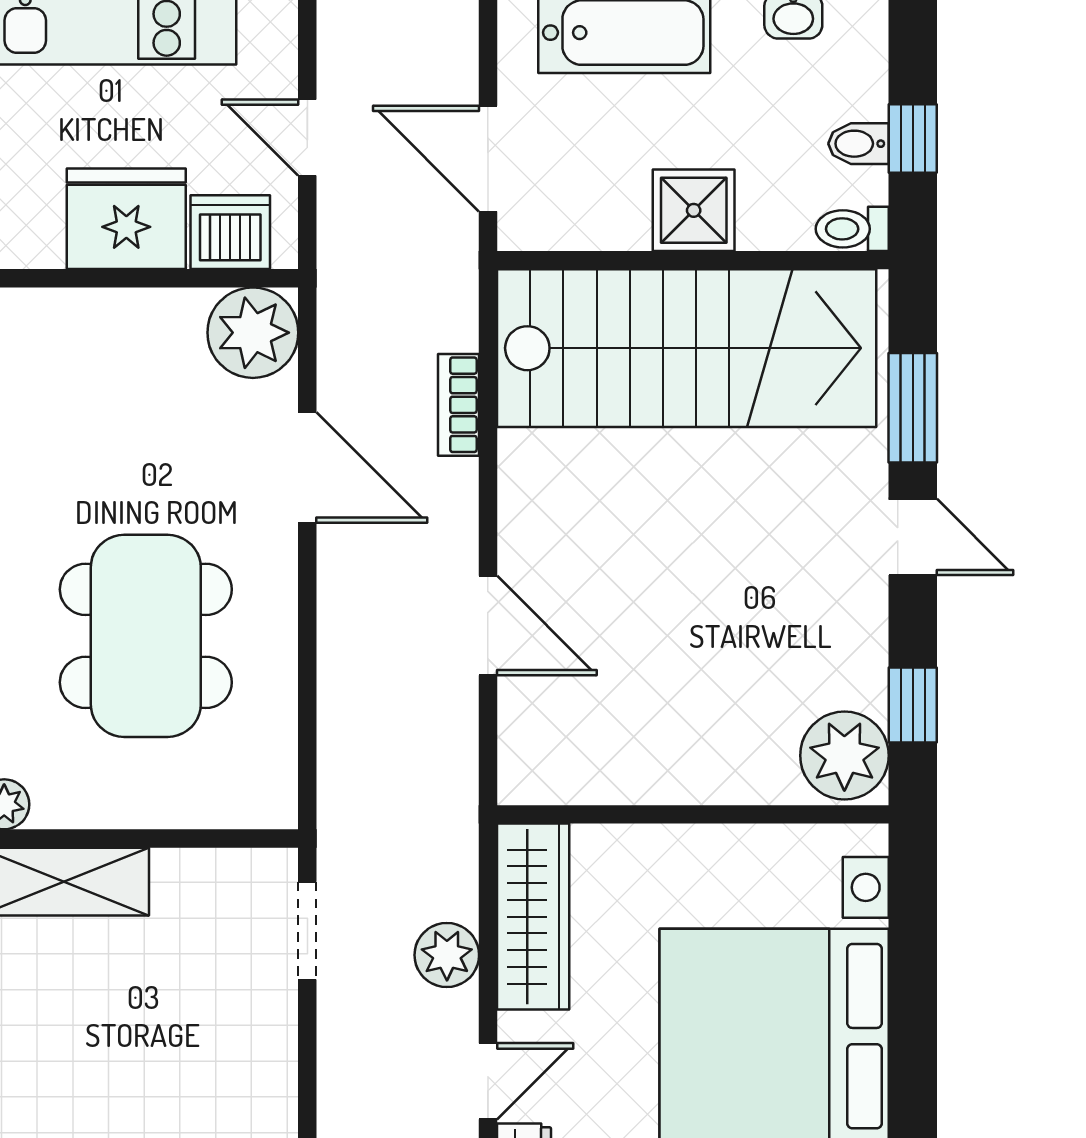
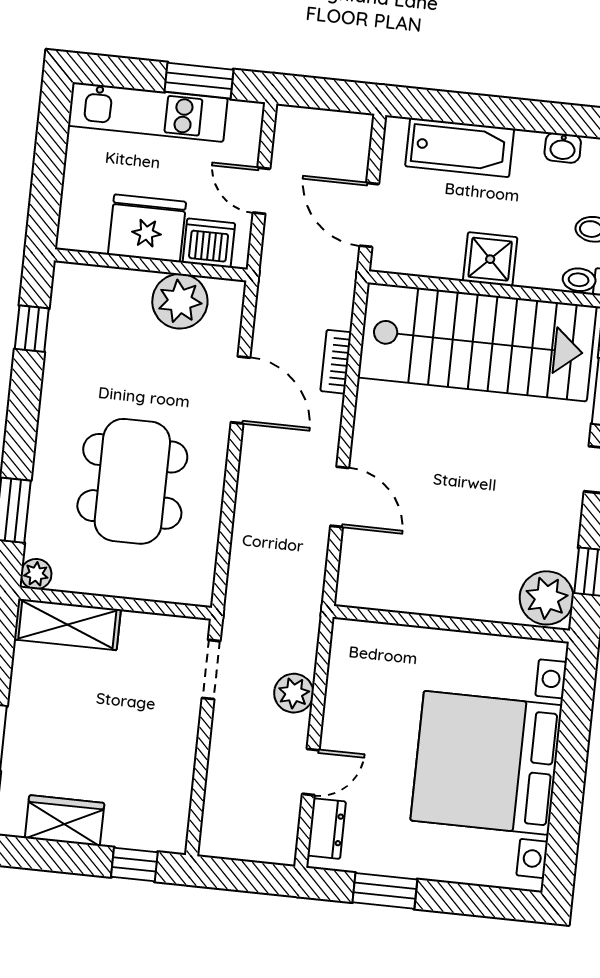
plant: (253, 333) -> (180, 301), moved
wardrobe: (533, 917) -> (348, 675), removed

